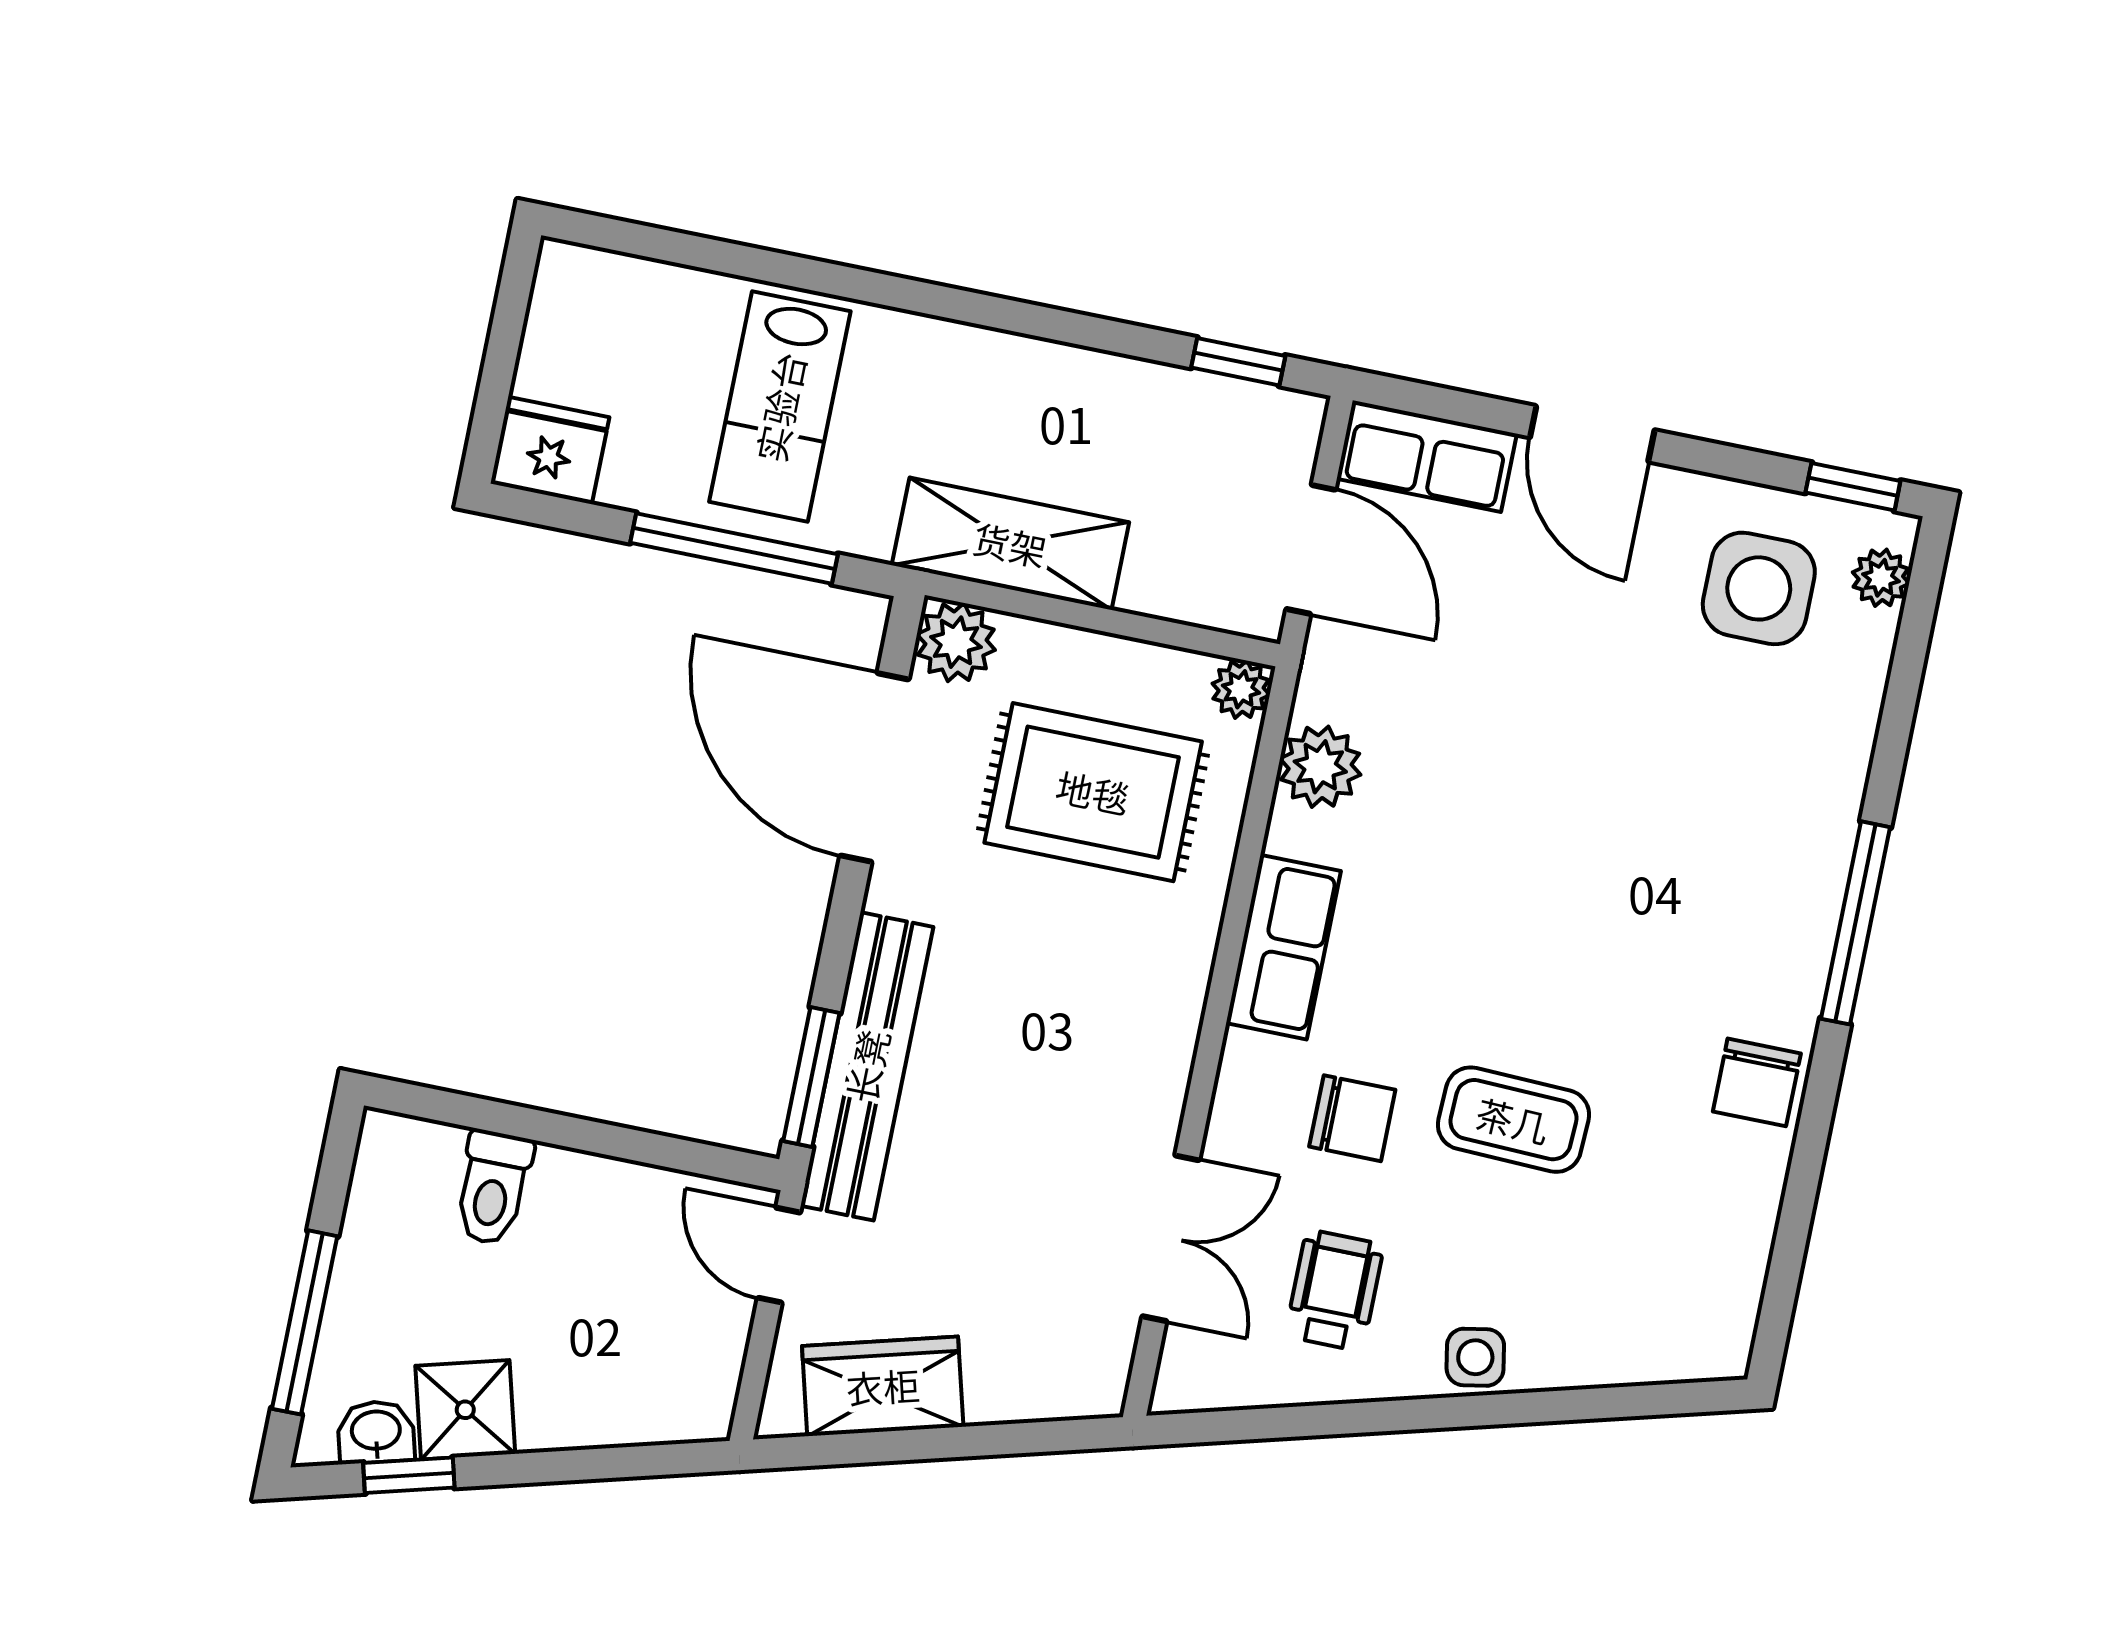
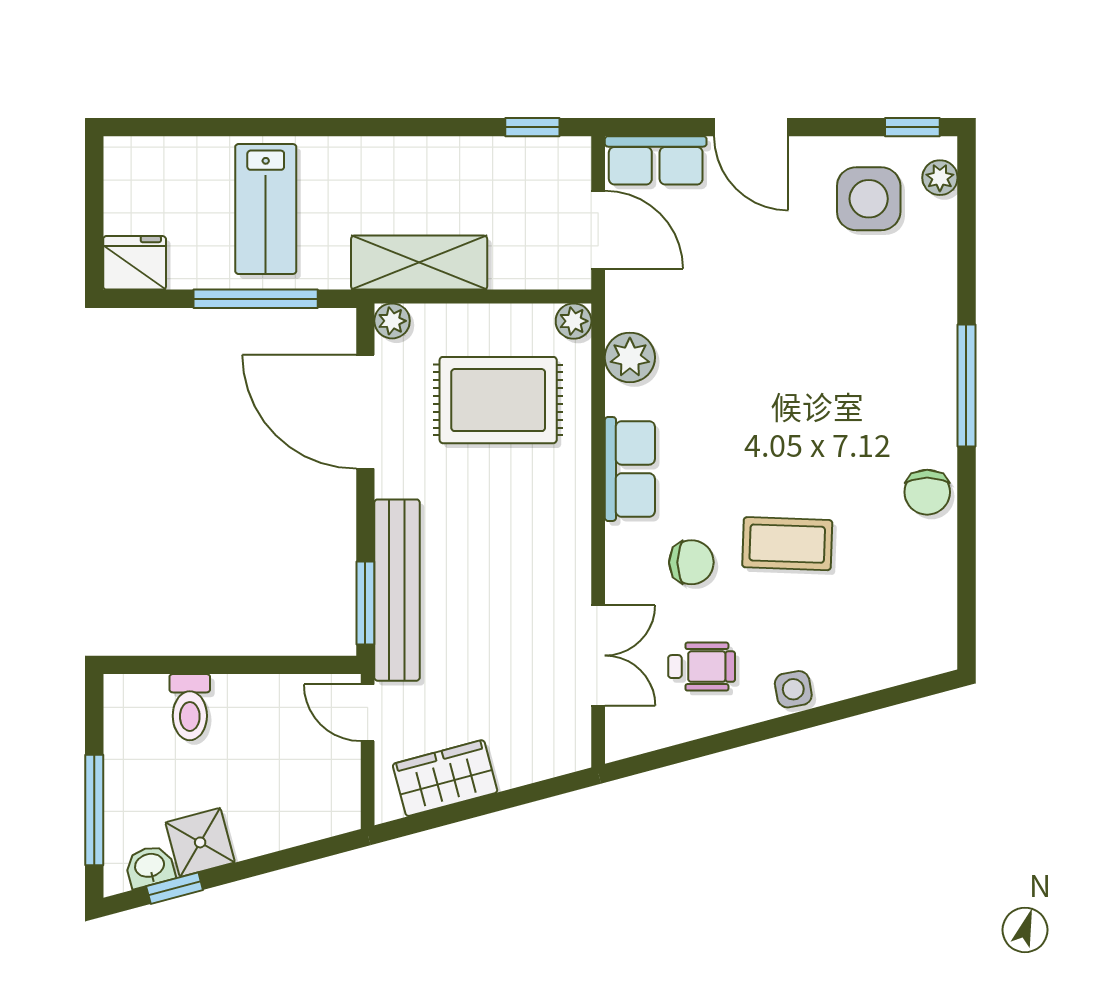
plant: (956, 642) -> (392, 321), width x0.73, depth x0.73
wheelchair: (1334, 1290) -> (702, 667), turned 90

